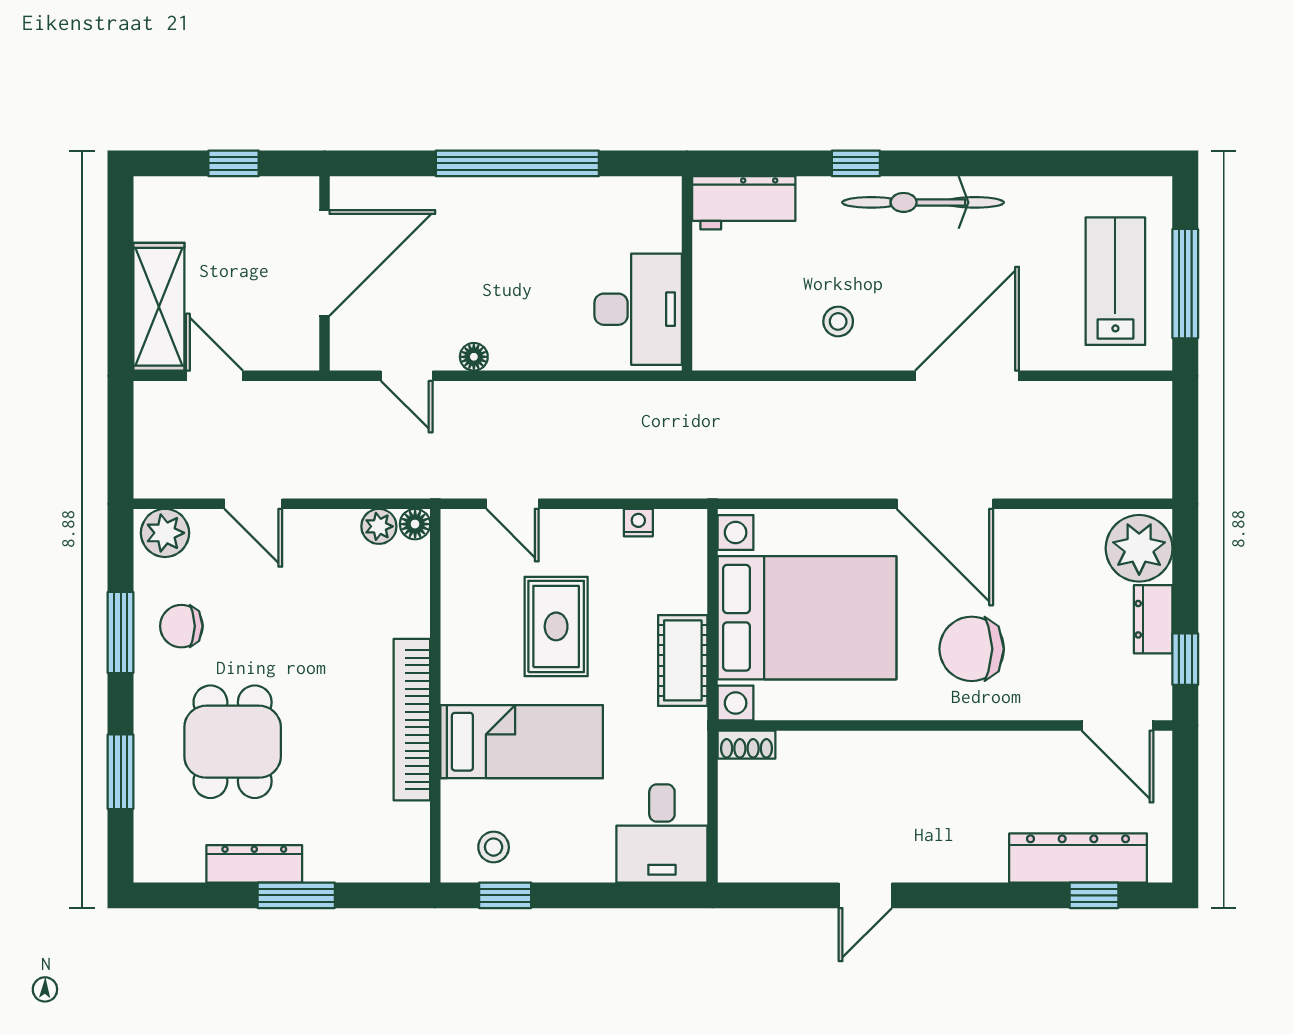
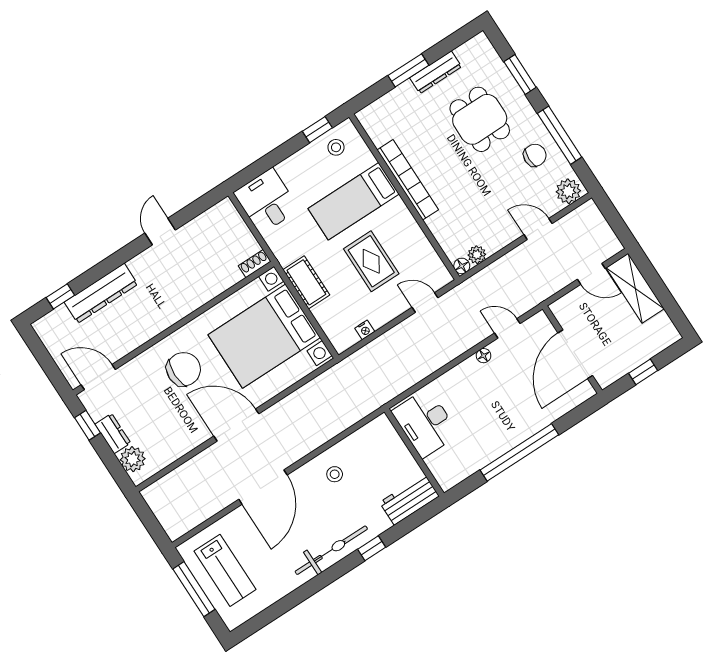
plant: (1139, 548) -> (133, 459), width x0.73, depth x0.73
window: (121, 632) -> (560, 135), width x1.44
dresser: (1078, 858) -> (101, 293), moved

